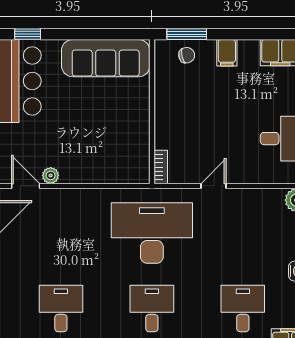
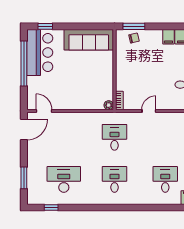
filing cabinet: (227, 53) -> (168, 37), moved
plant: (51, 175) -> (109, 105), moved
desk: (152, 233) -> (115, 137), width x0.53, depth x0.77
desk: (61, 309) -> (64, 179), width x1.37

